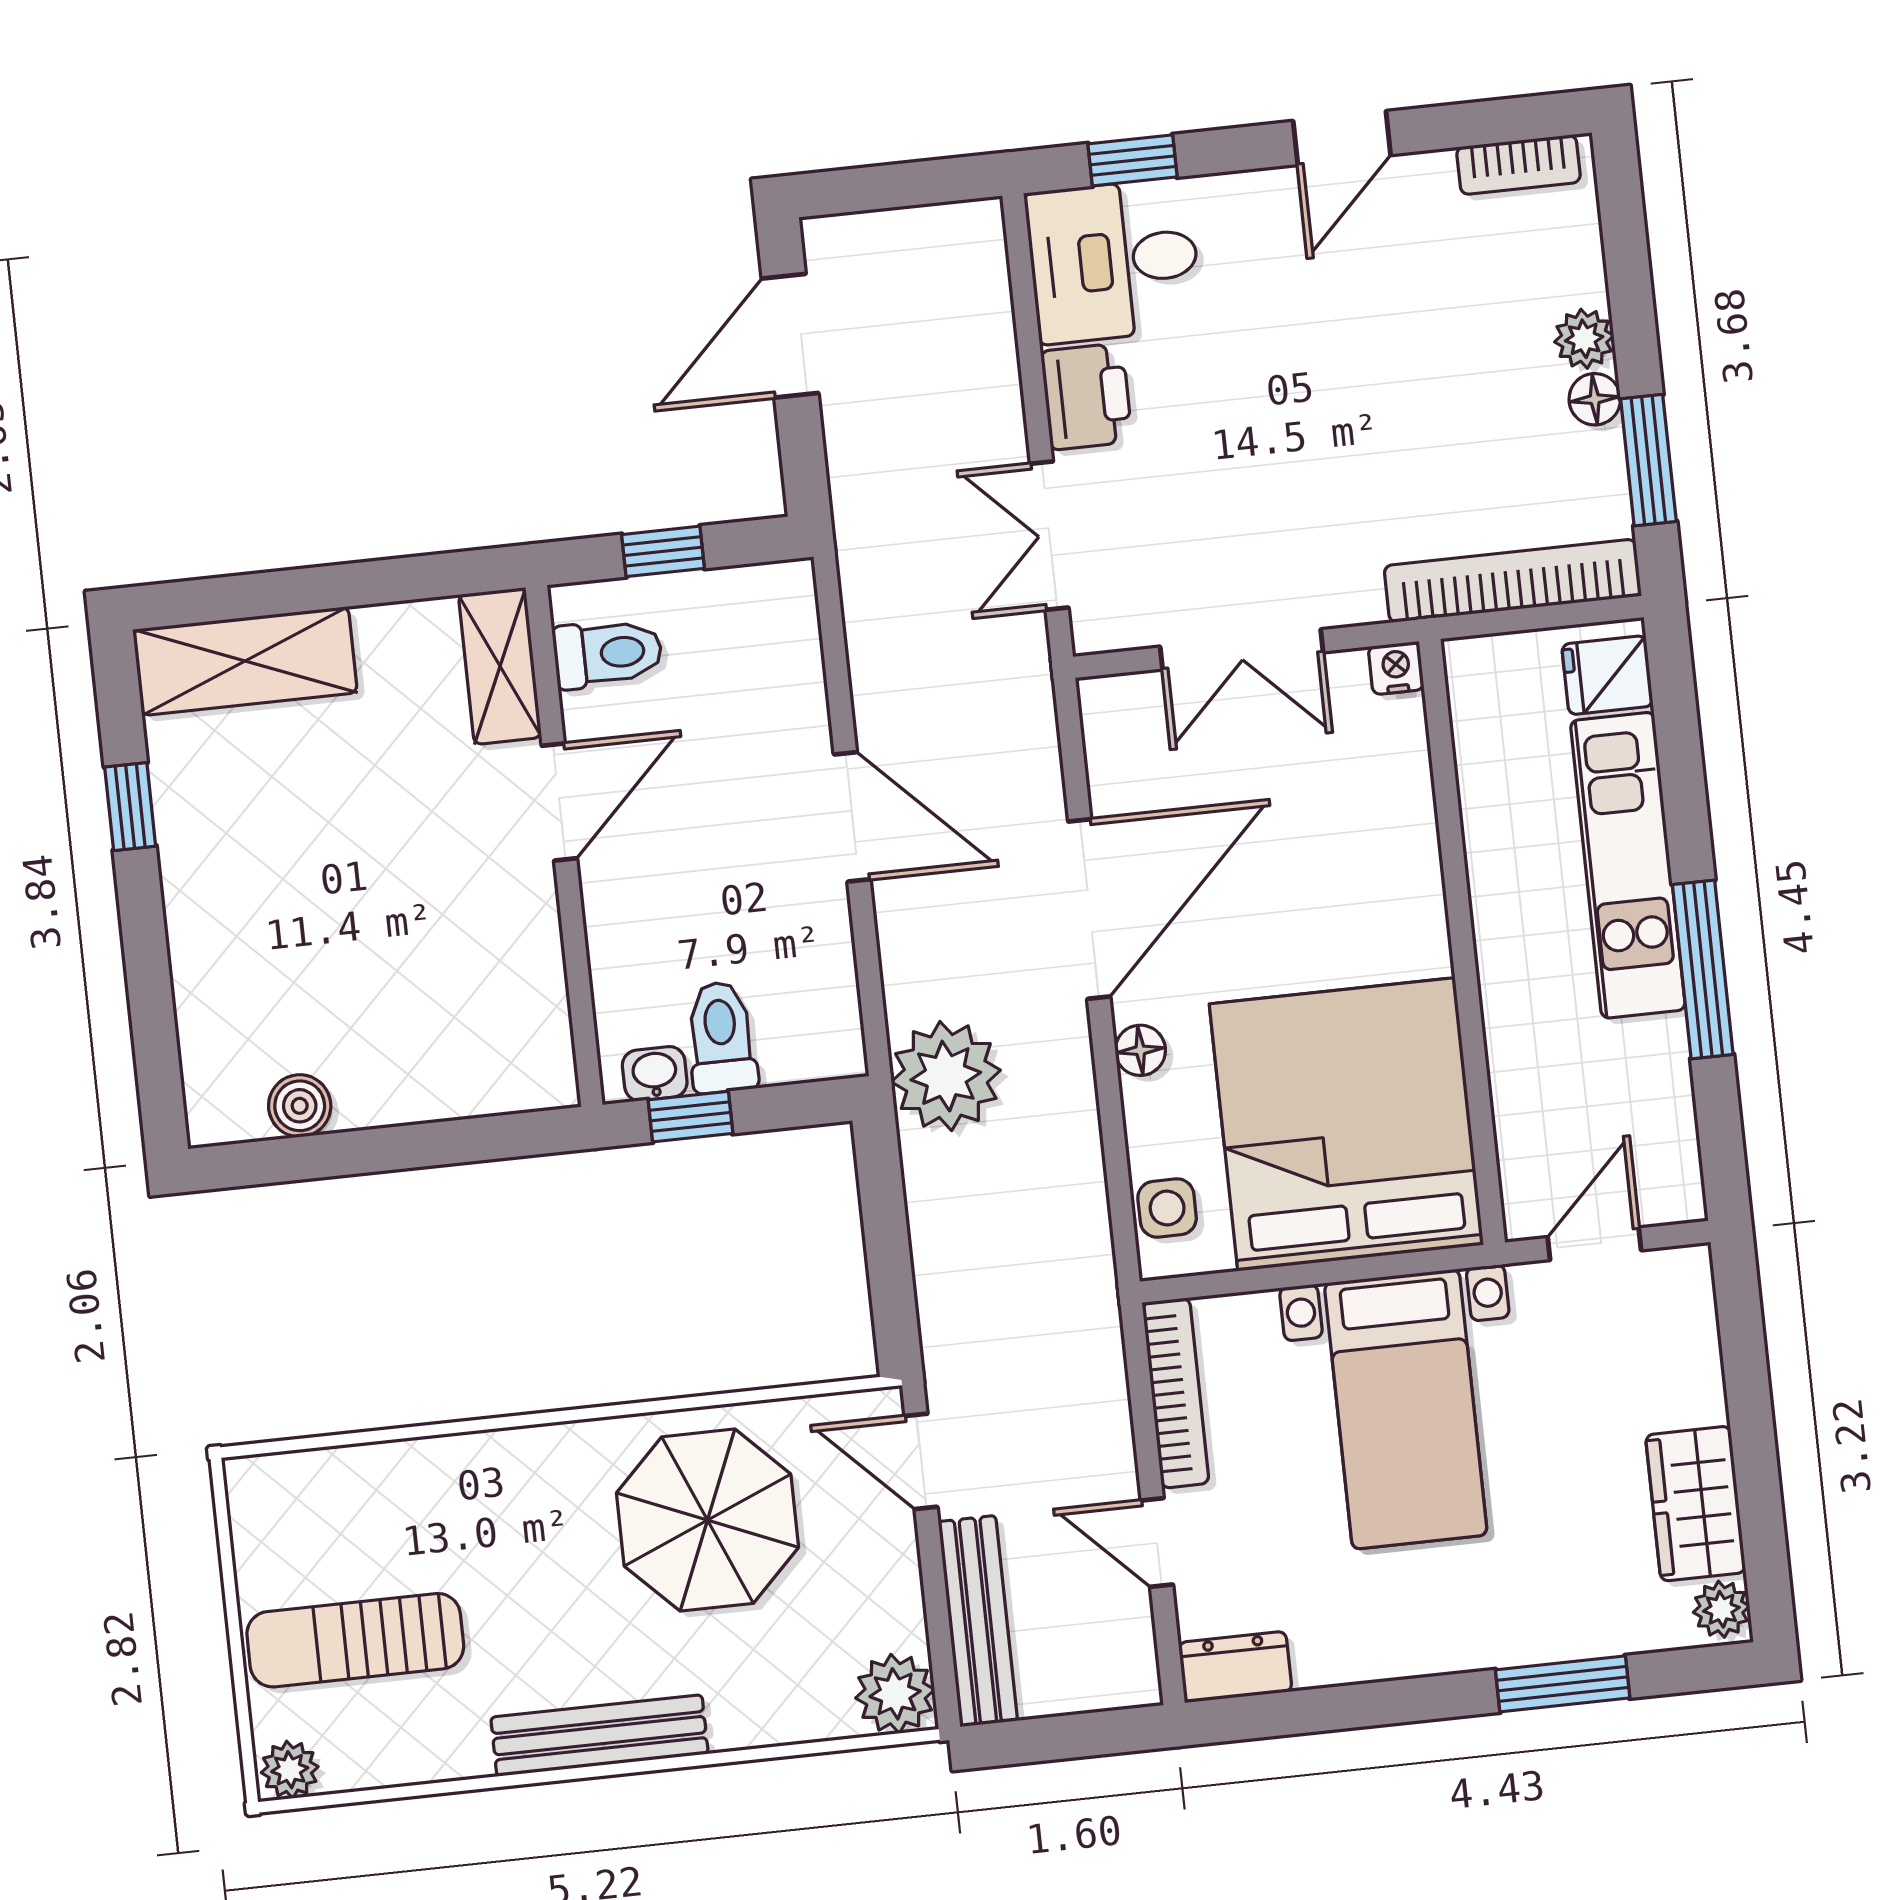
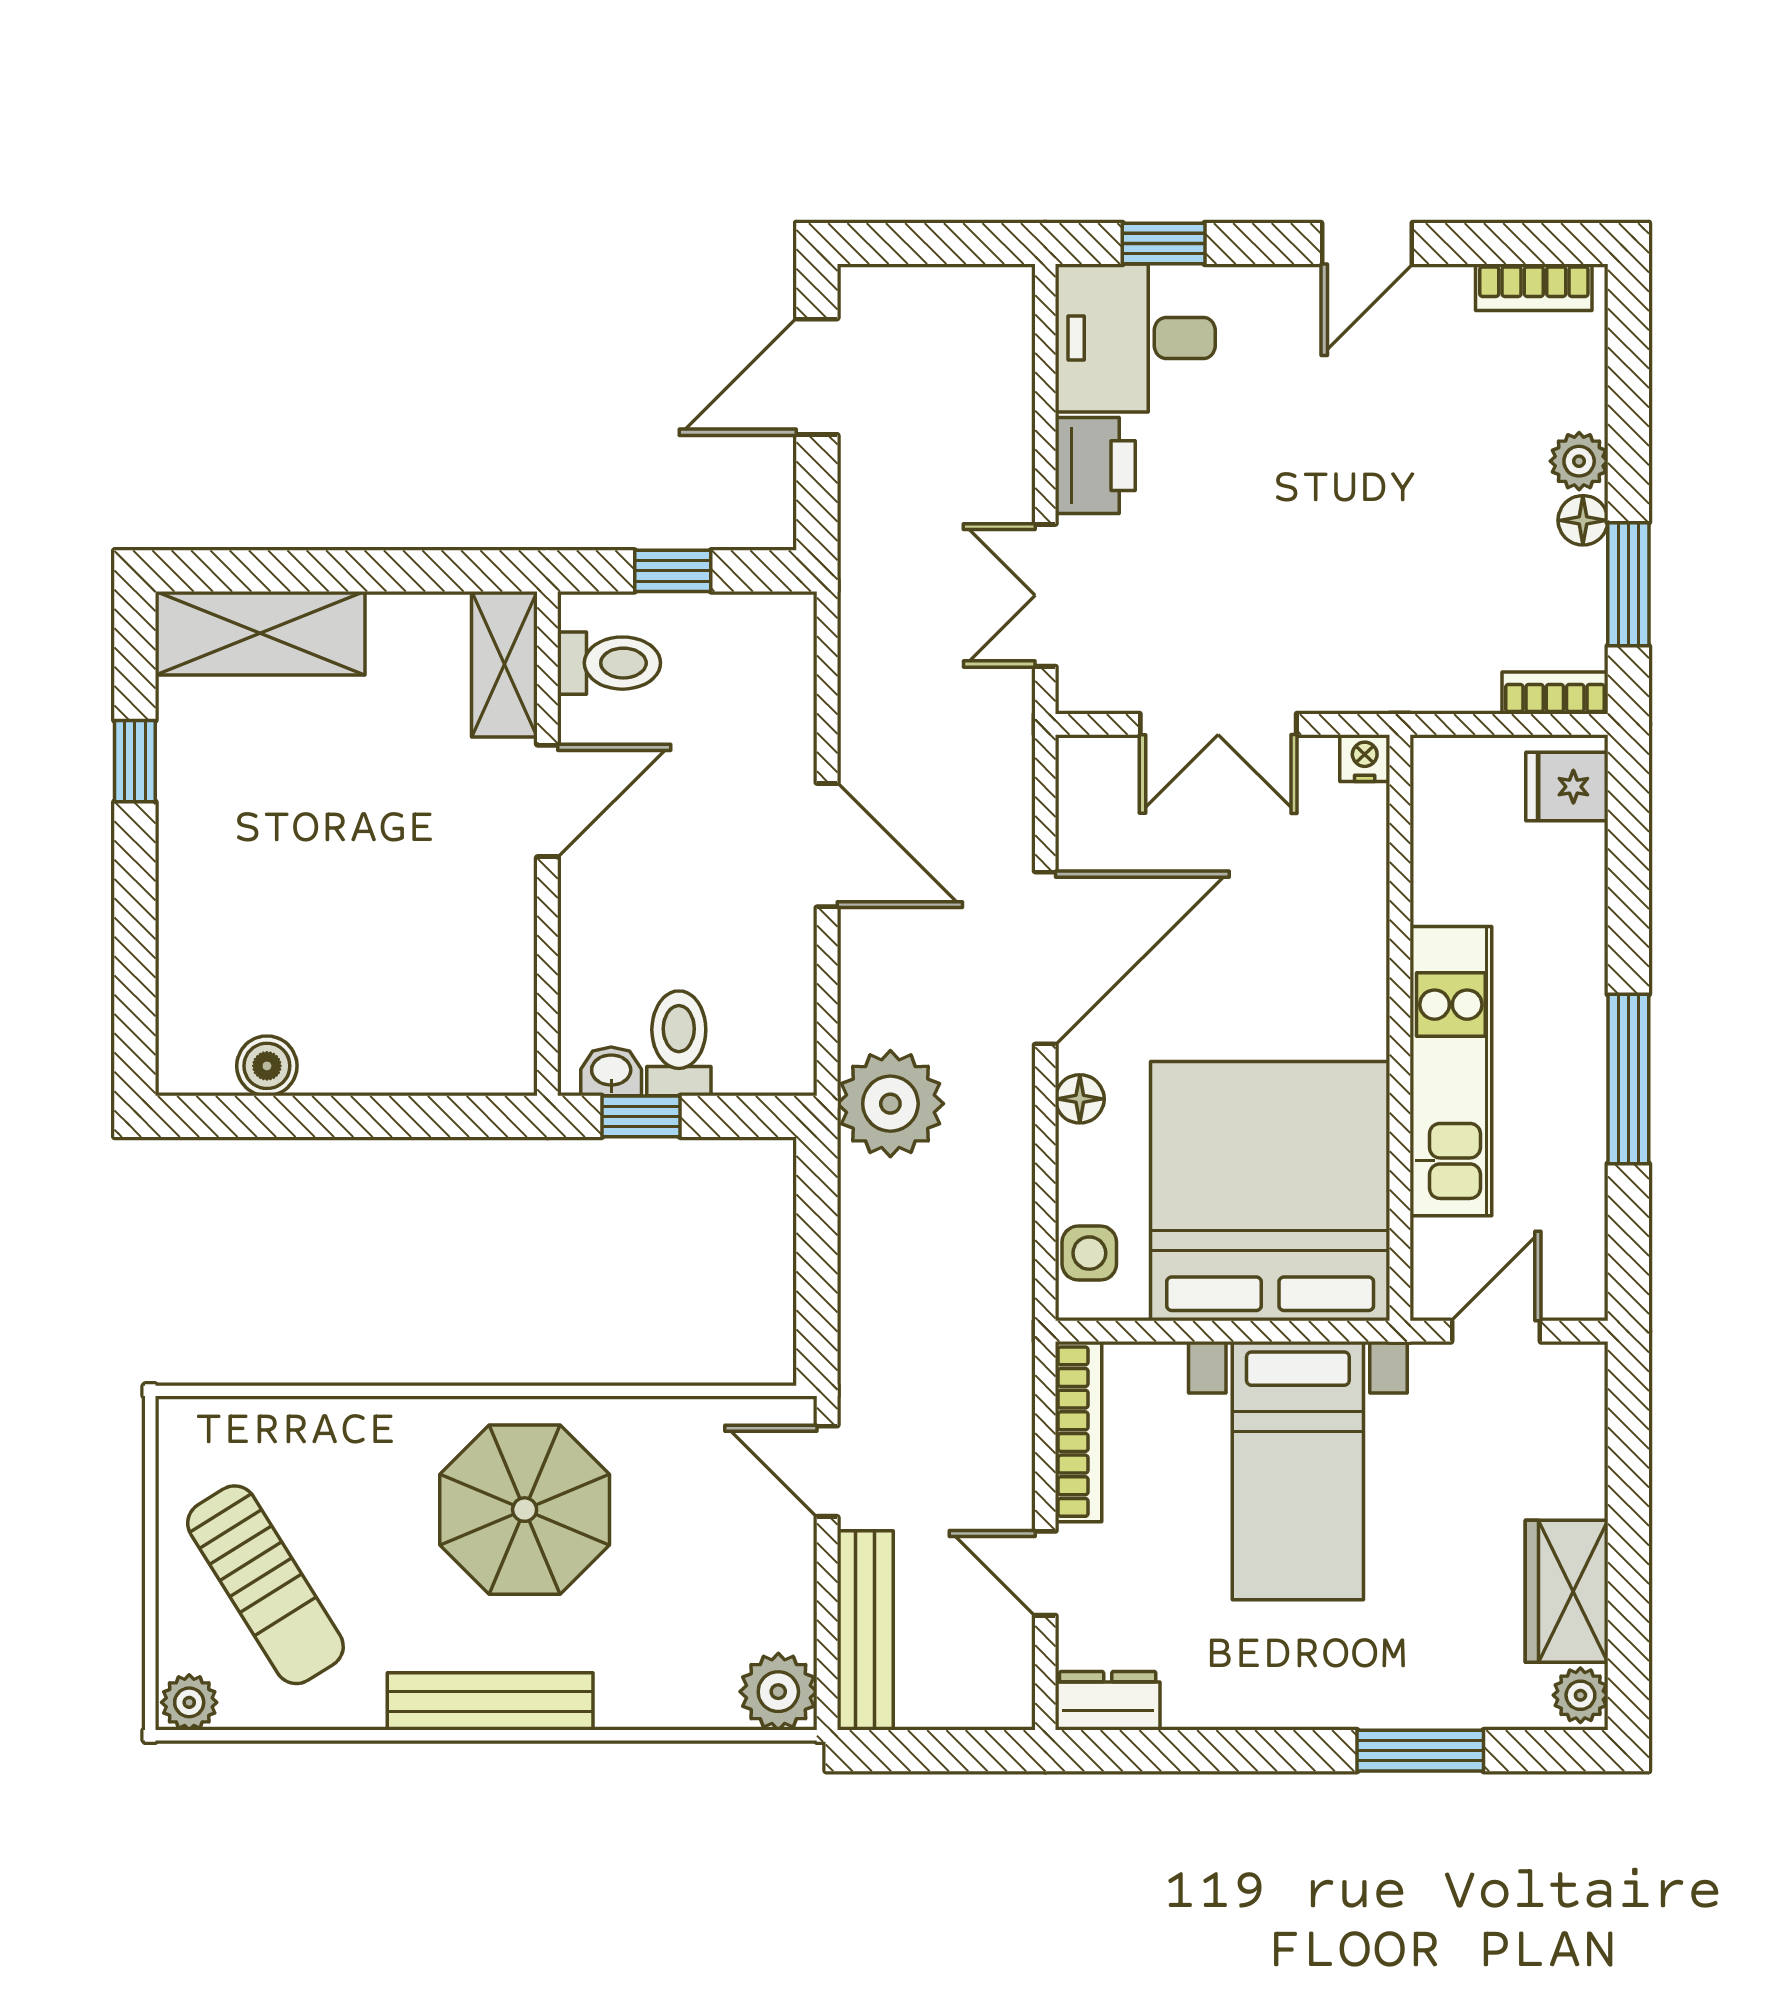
bookcase: (1513, 581) -> (1555, 693), width x0.43, depth x0.76
kitchen unit: (1628, 865) -> (1451, 1071), moved, turned 180
parasol: (708, 1520) -> (525, 1510), moved
sun lounger: (355, 1640) -> (265, 1585), turned -122

